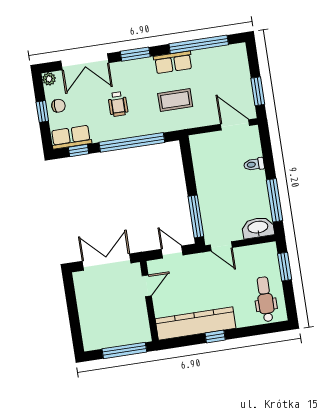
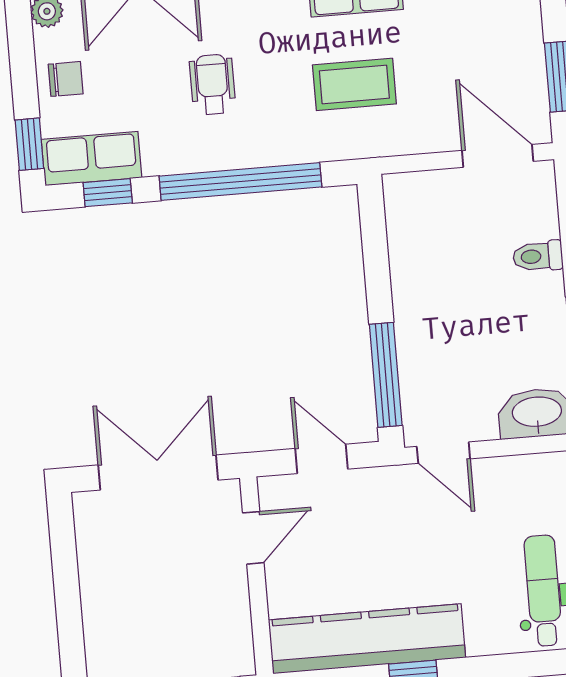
wheelchair: (118, 104) -> (213, 84), turned 180
window: (42, 111) -> (29, 144), moved

